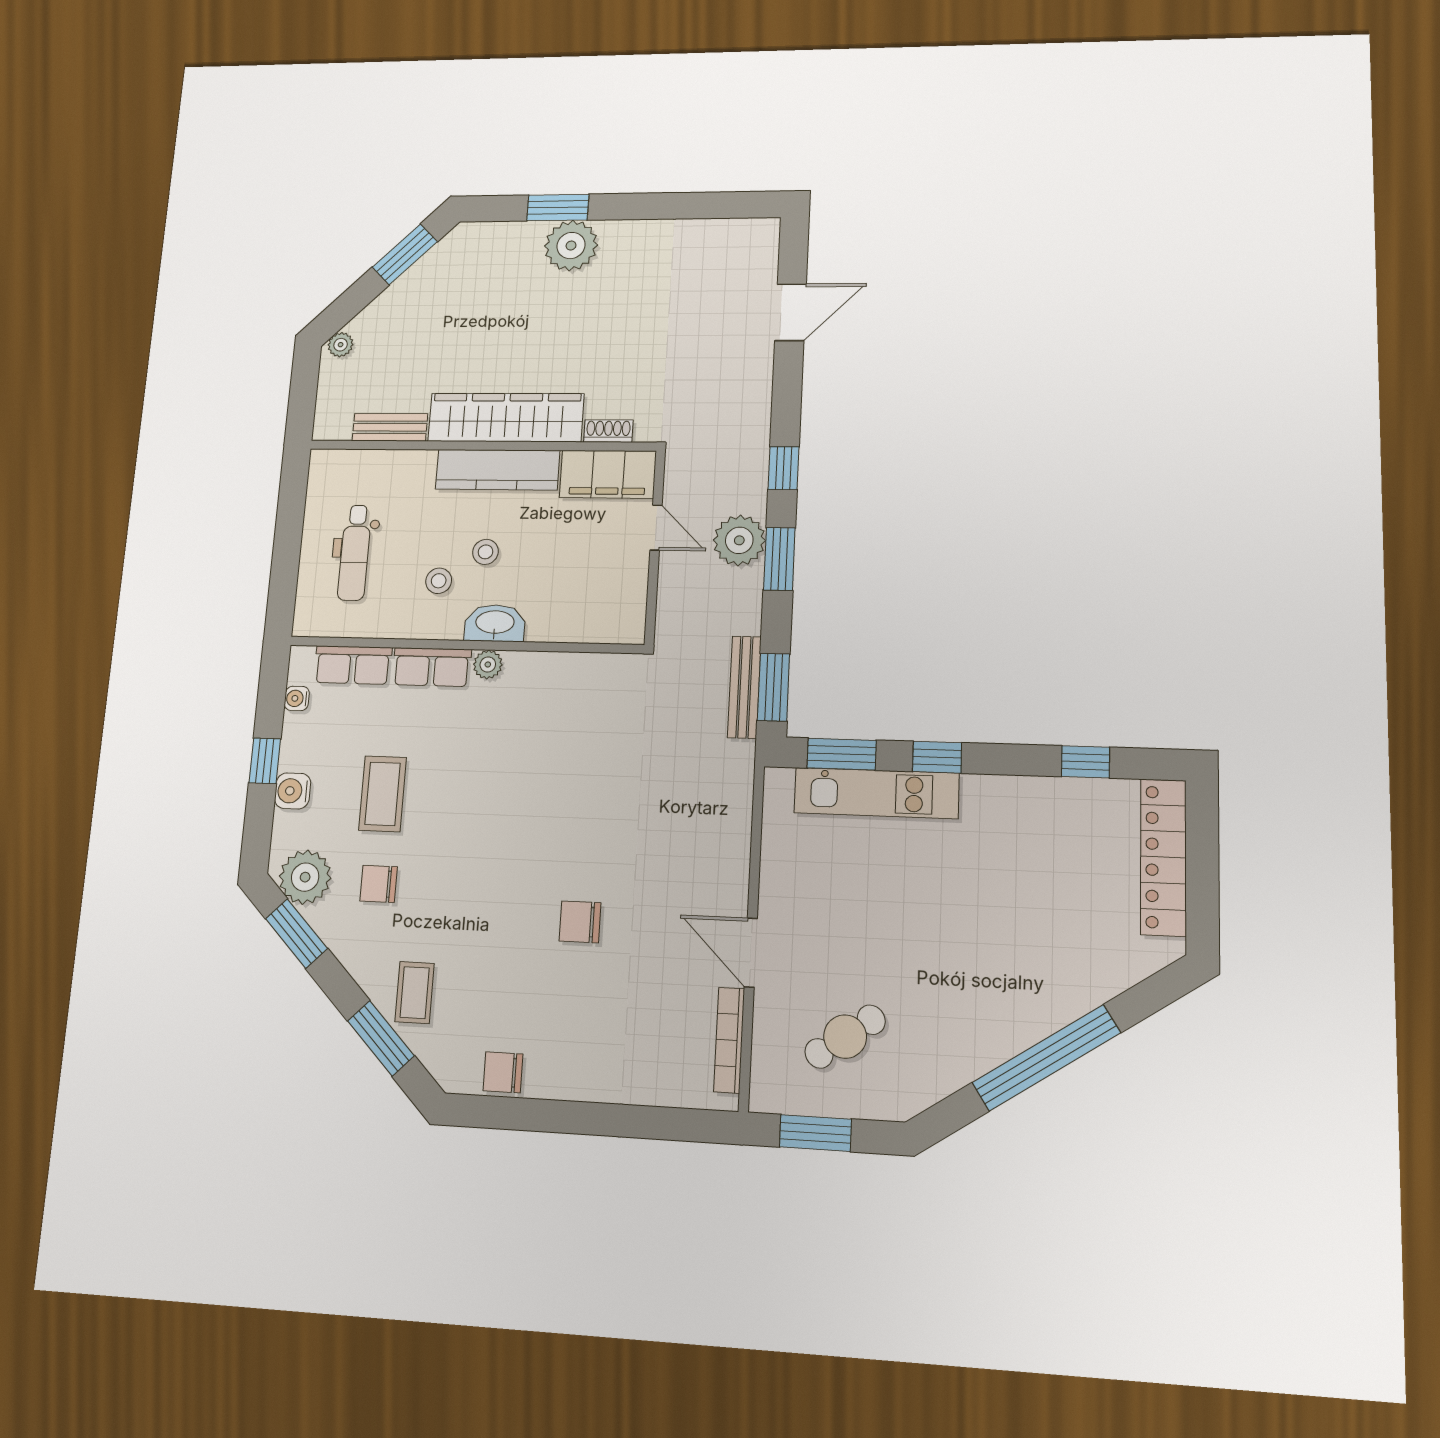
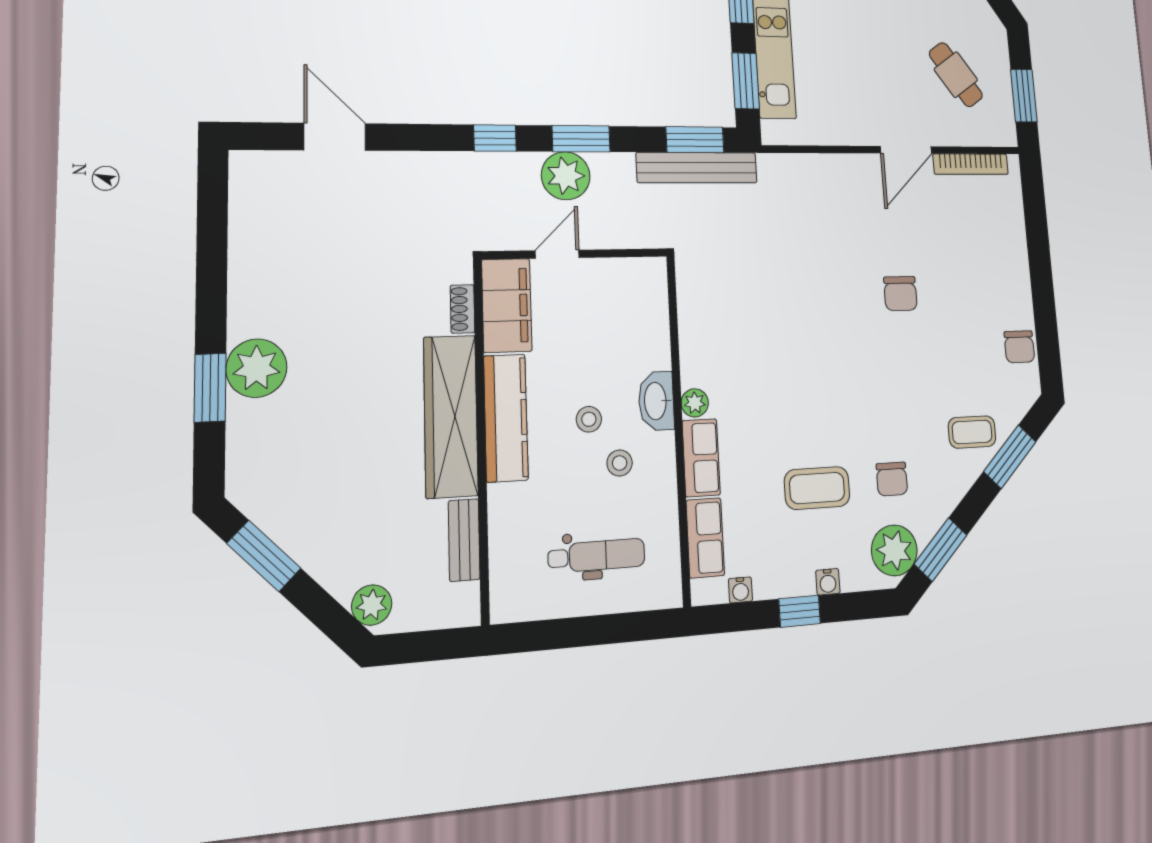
plant: (341, 345) -> (372, 605), width x1.38, depth x1.38
bench: (744, 687) -> (697, 168), width x1.37, depth x1.21
water cooler: (293, 791) -> (828, 582), width x0.72, depth x0.72

